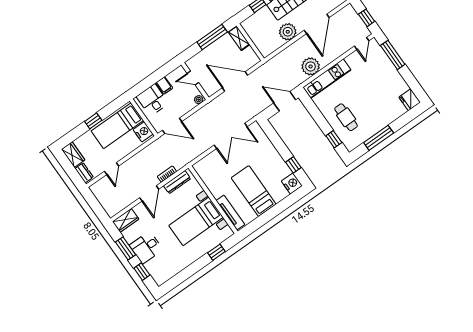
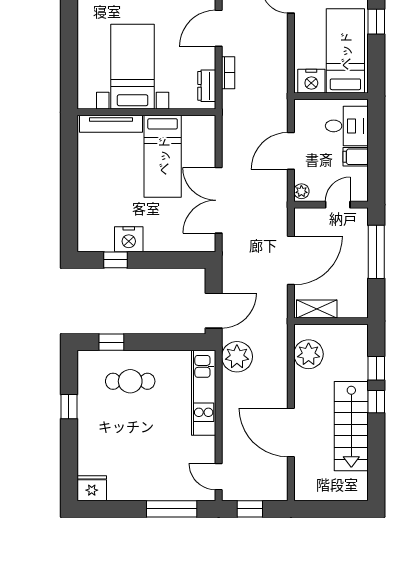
plant: (288, 32) -> (309, 354), moved
window: (212, 37) -> (376, 252), moved
shelving: (239, 38) -> (317, 309), moved
plant: (311, 66) -> (237, 357), moved
door: (172, 126) -> (291, 151), moved
window: (379, 138) -> (69, 407), width x0.46
dresser: (177, 182) -> (207, 86), width x0.70
nightstand: (292, 183) -> (129, 239), moved
bed: (254, 191) -> (163, 156), moved, turned 90
door: (149, 193) -> (219, 28), hinge flipped
window: (216, 252) -> (69, 65), removed

